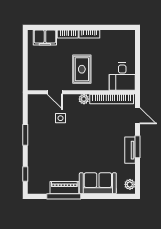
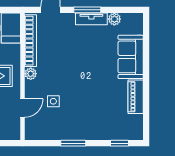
plant: (130, 184) -> (114, 19), moved
window: (64, 196) -> (146, 97), removed

